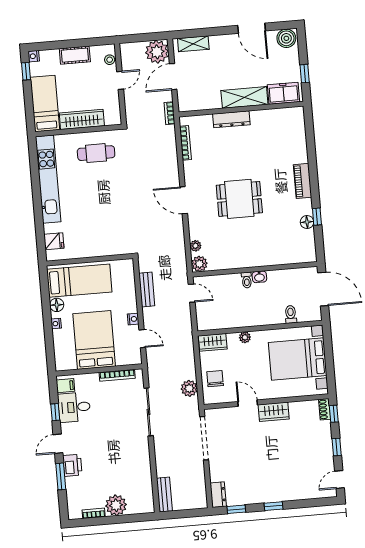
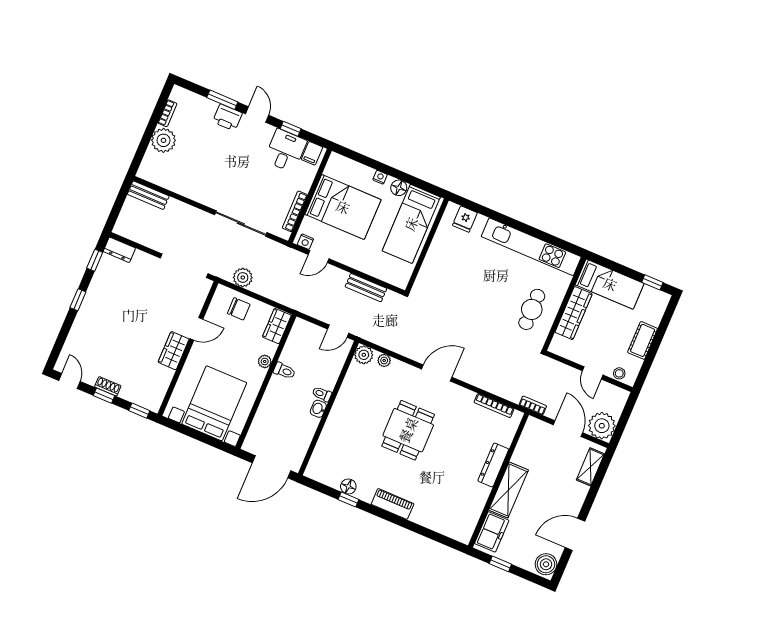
nightstand: (34, 56) -> (664, 298), removed
toilet: (291, 314) -> (284, 371), moved
nightstand: (133, 319) -> (305, 242), moved
shoe rack: (325, 409) -> (108, 386), moved

